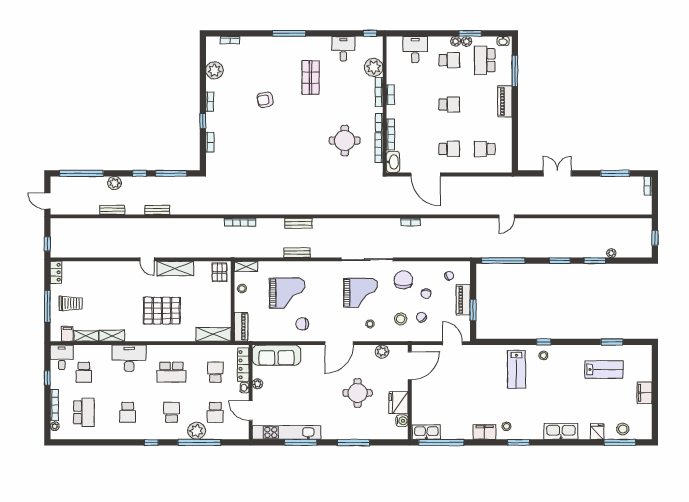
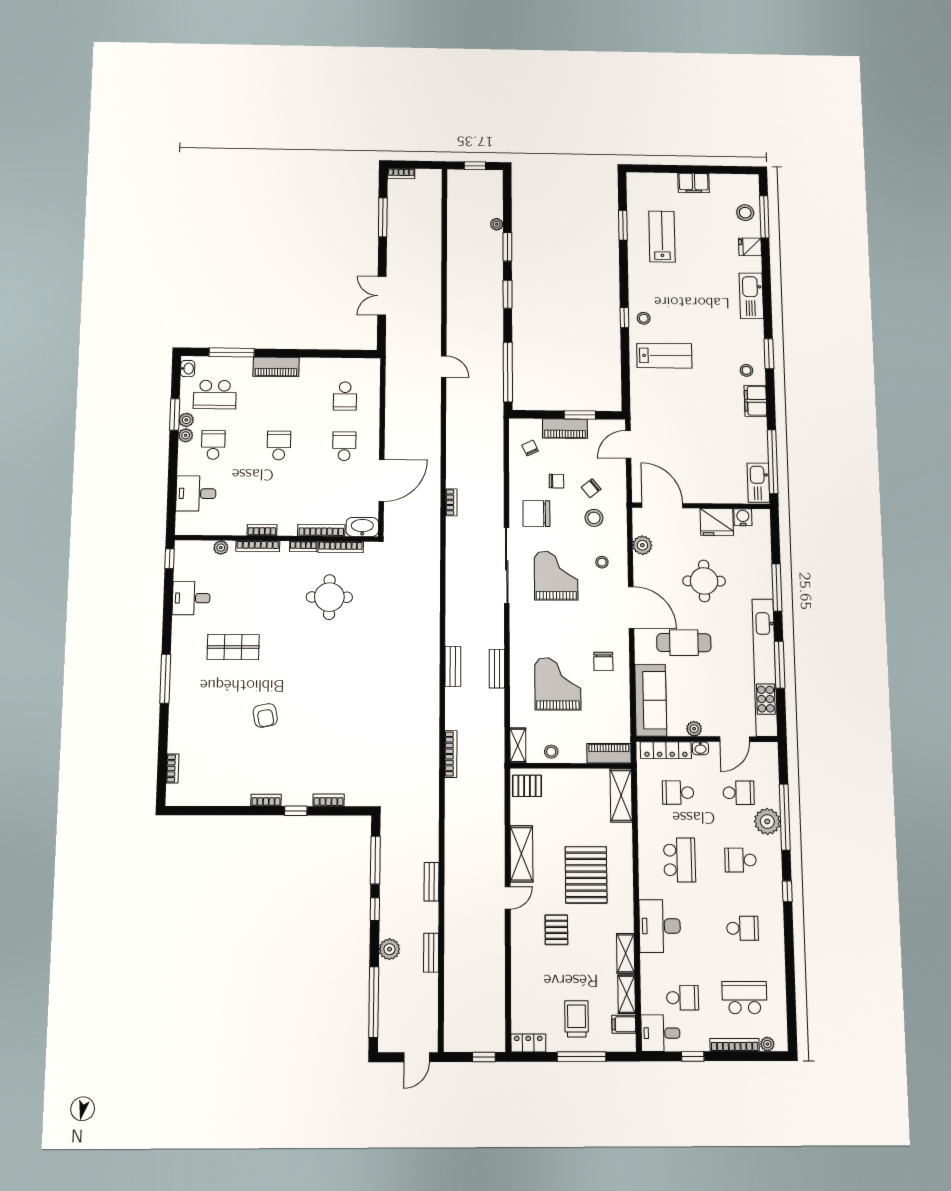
plant: (374, 67) -> (221, 548), width x0.53, depth x0.53
plant: (214, 70) -> (218, 793), removed
pallet: (127, 291) -> (556, 930), added
cafe table: (315, 378) -> (684, 643), added
kitchen unit: (287, 432) -> (765, 667), width x1.36

